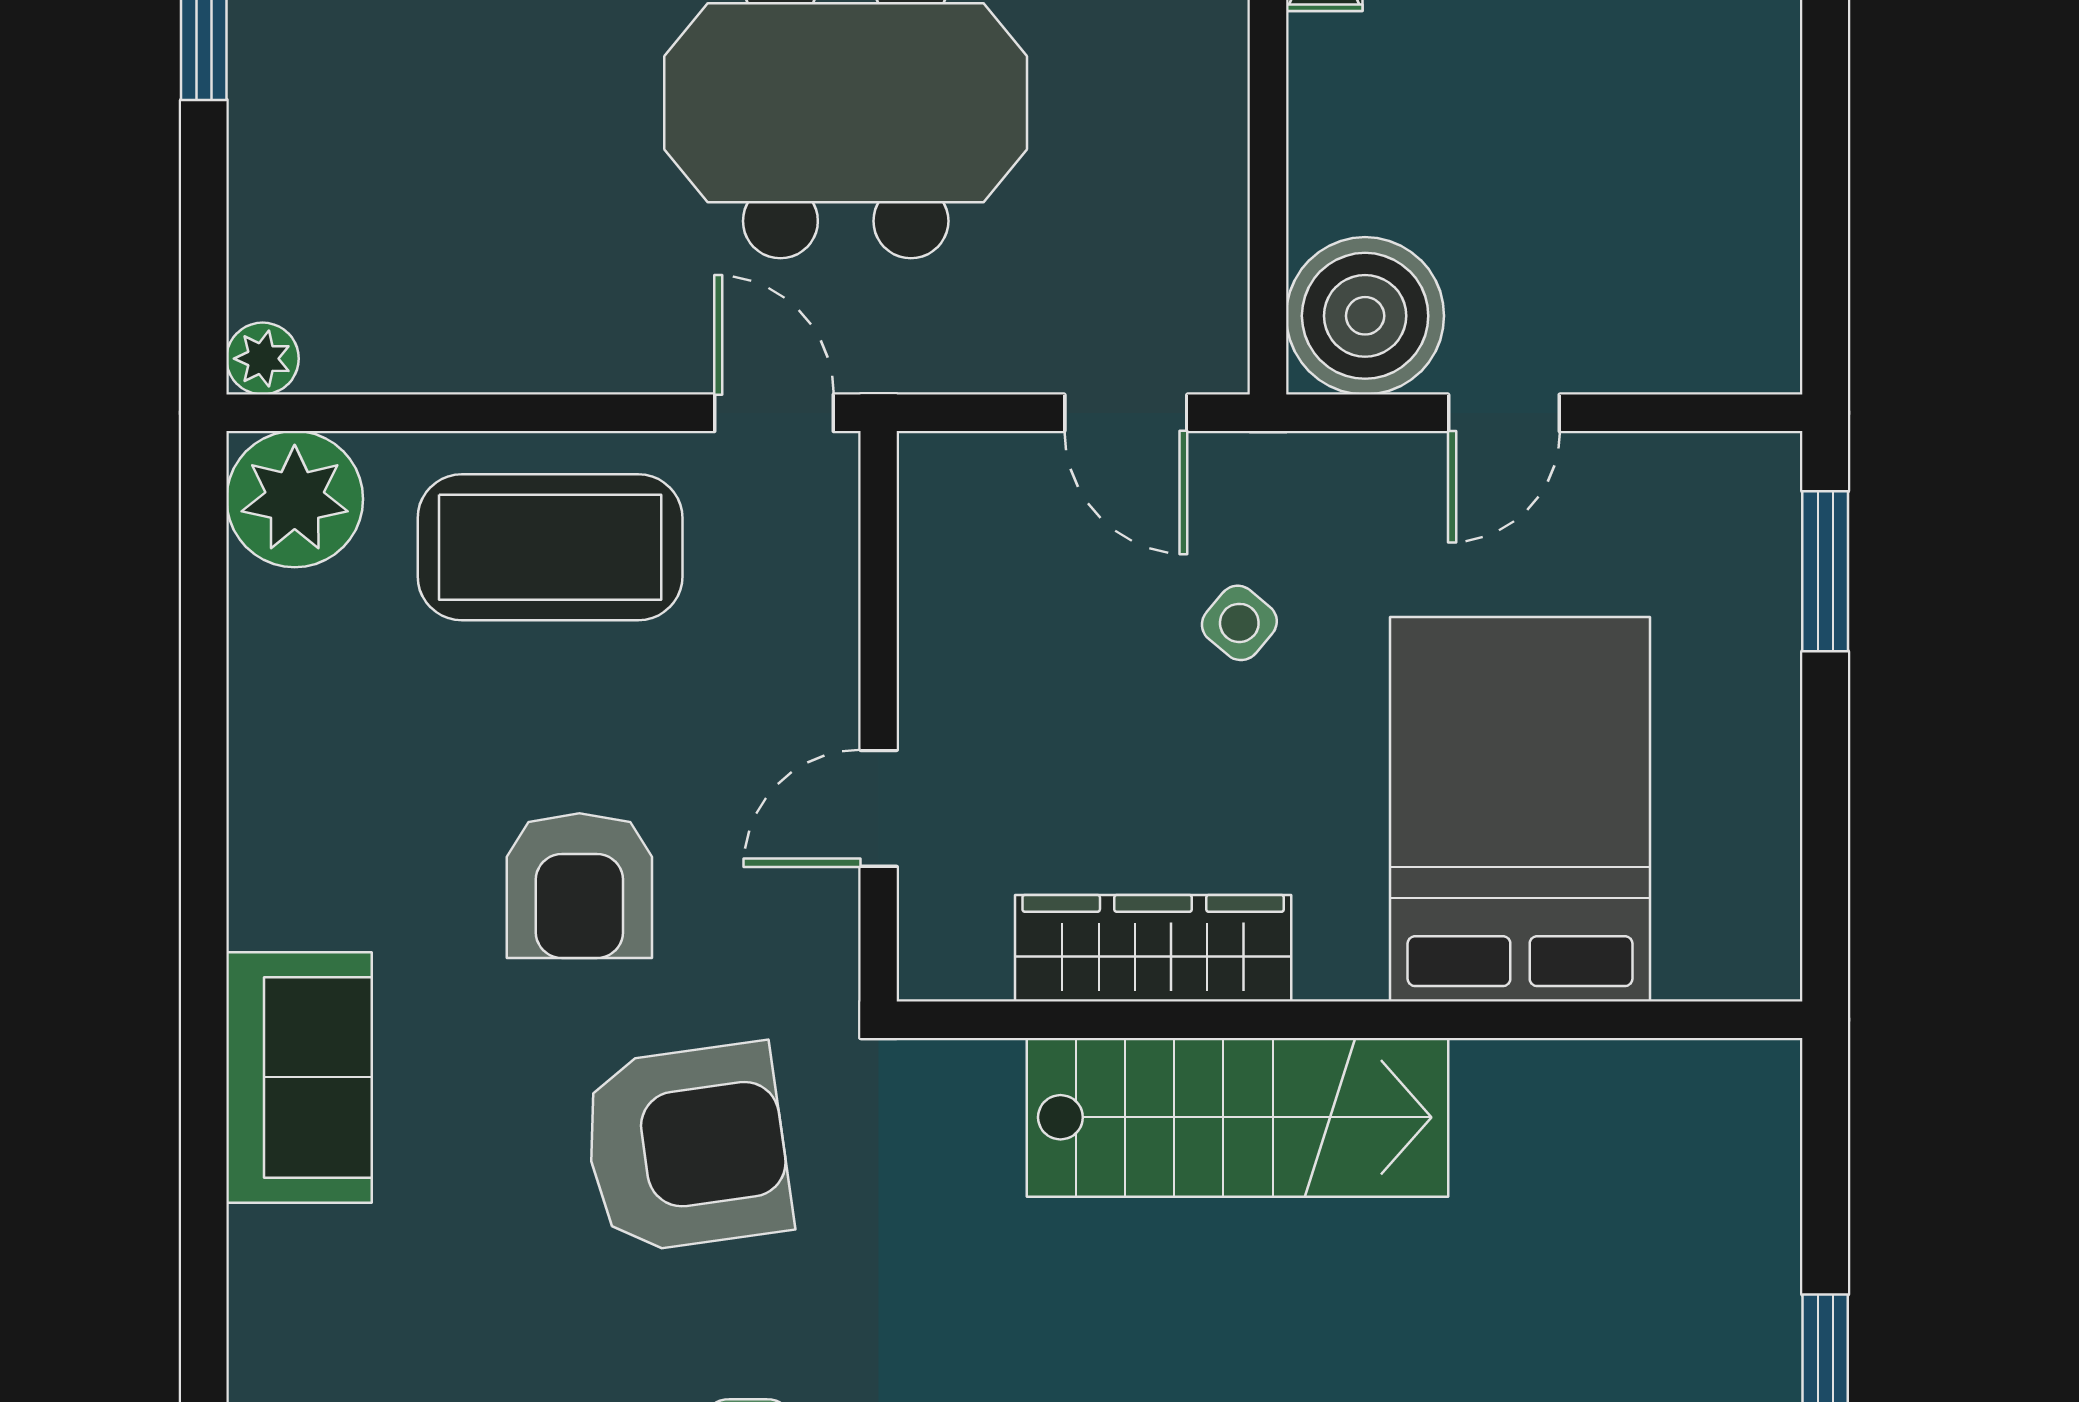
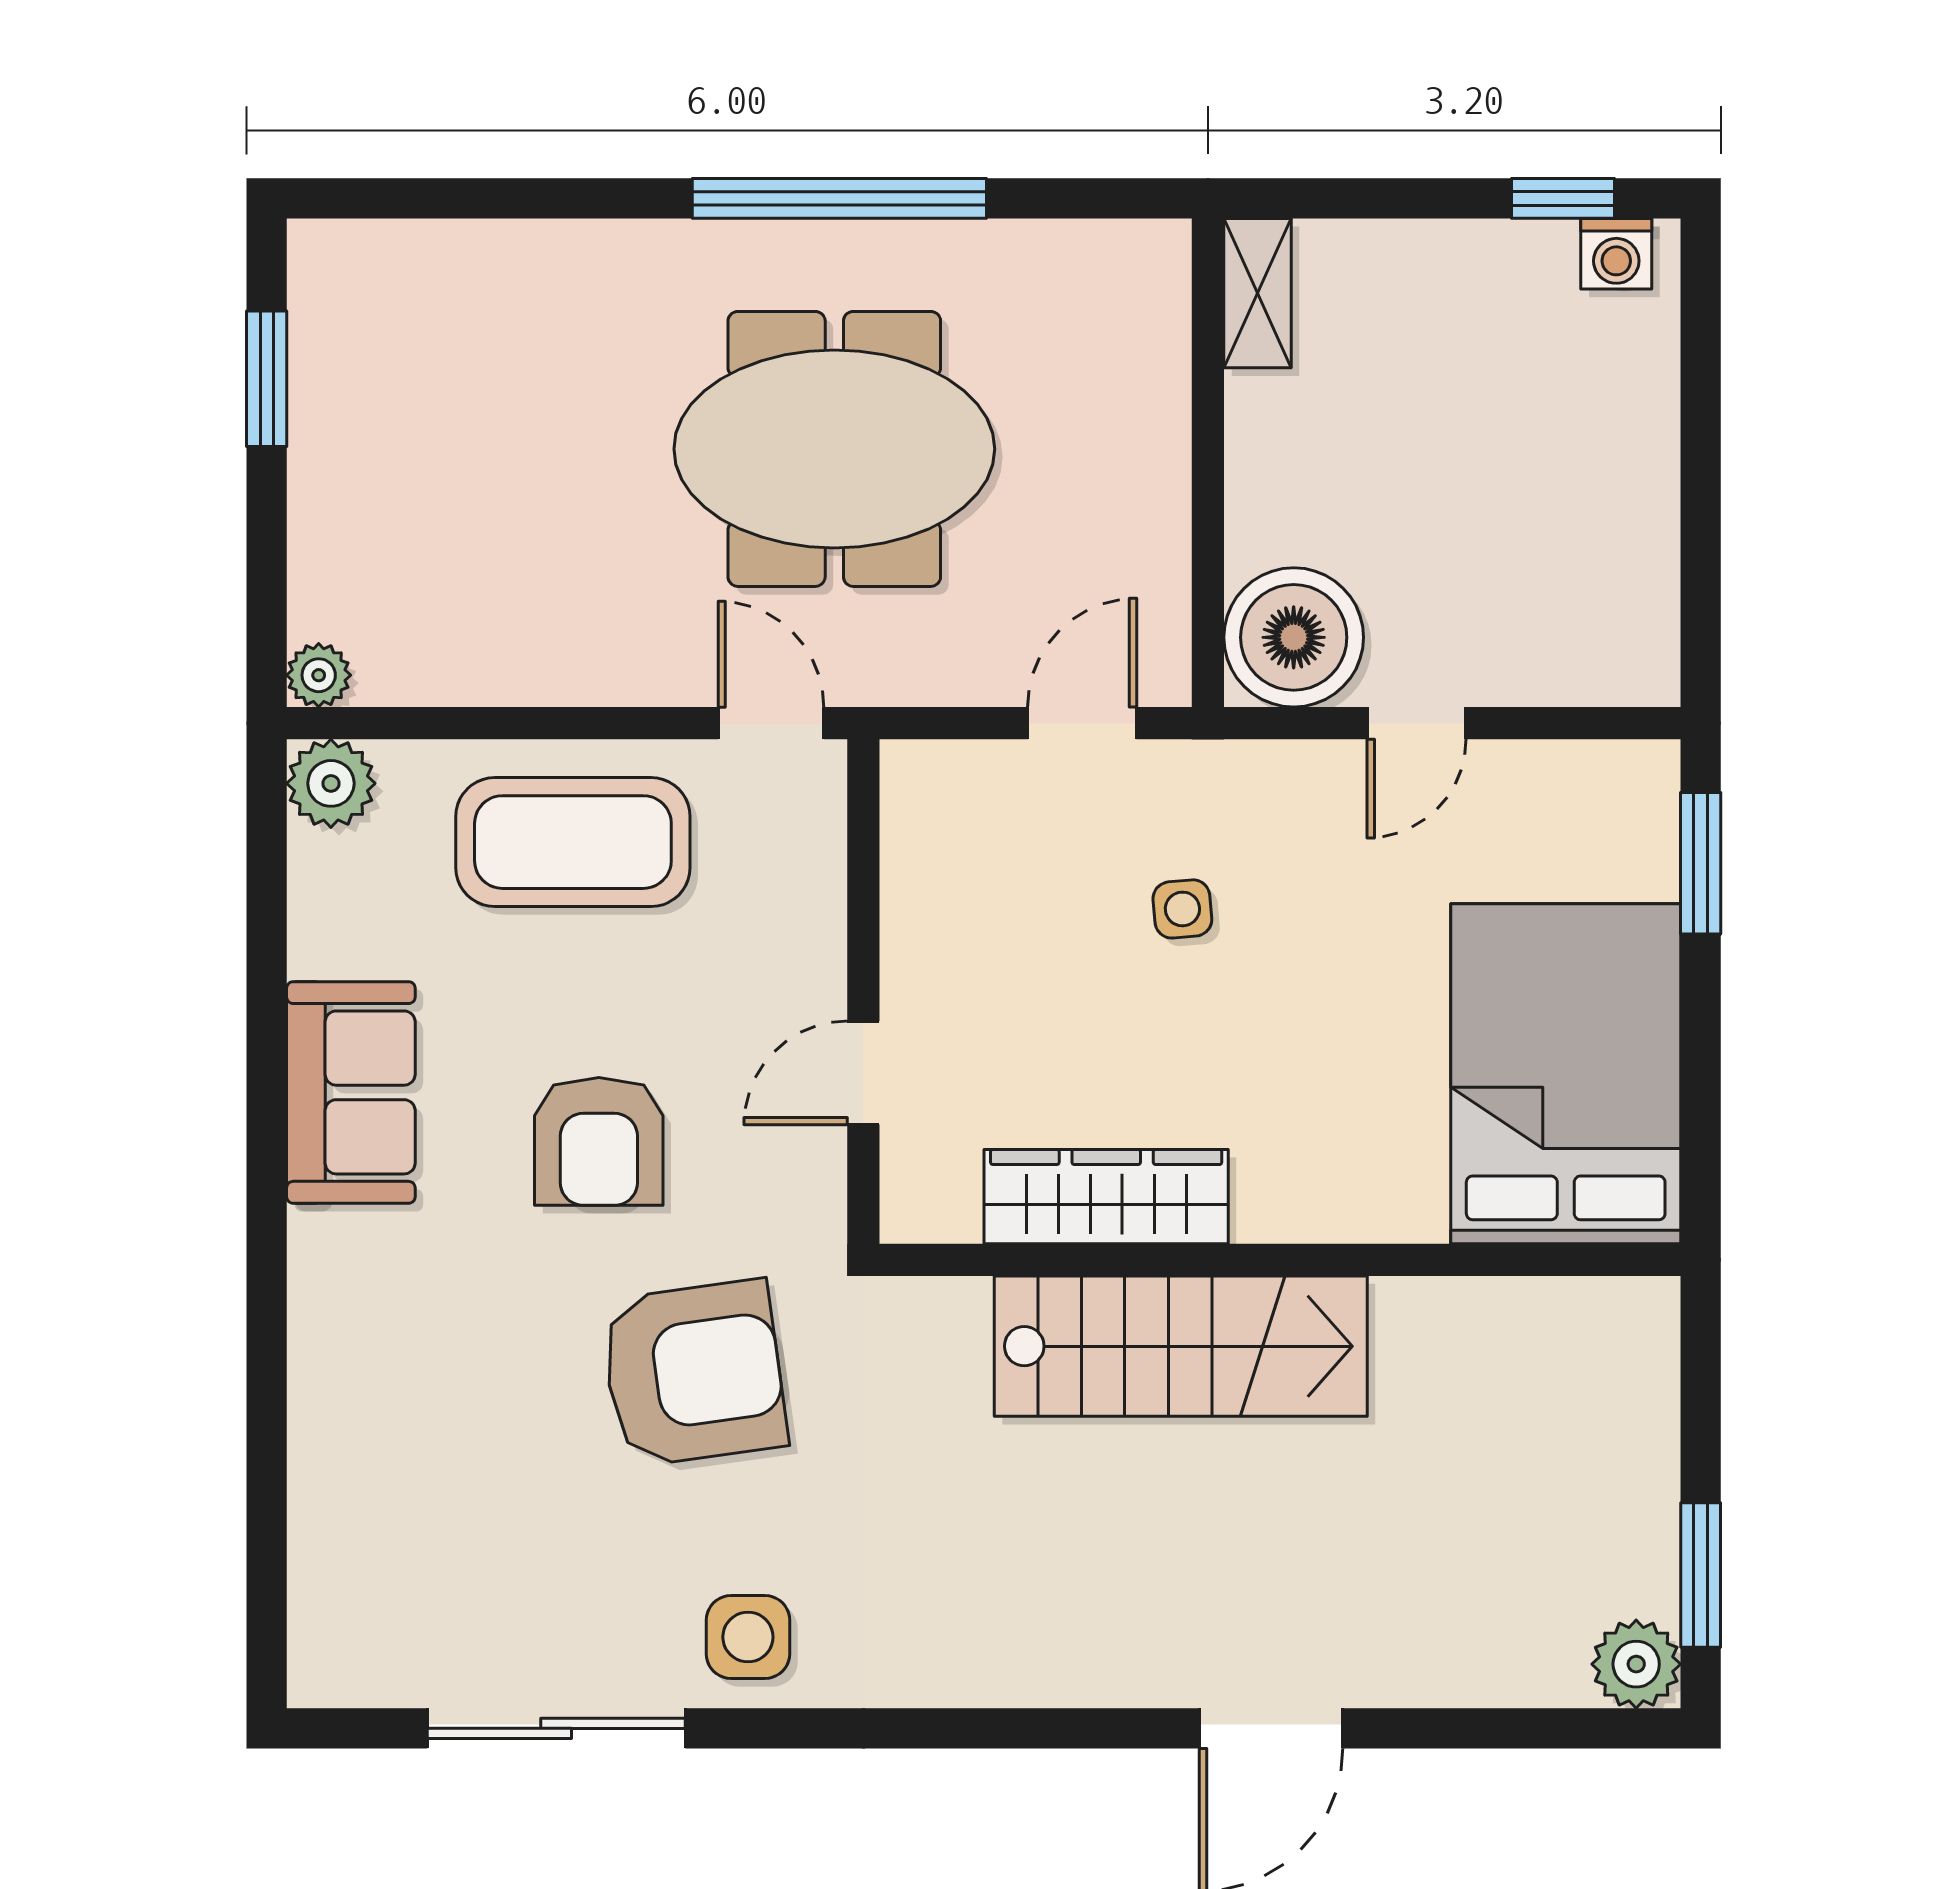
door: (1126, 413) -> (1082, 723), swing flipped
plant: (295, 499) -> (331, 783), width x0.73, depth x0.73
side table: (1239, 623) -> (1182, 909), turned 45
bed: (1520, 809) -> (1566, 1074), moved
sofa: (299, 1077) -> (351, 1092), moved

